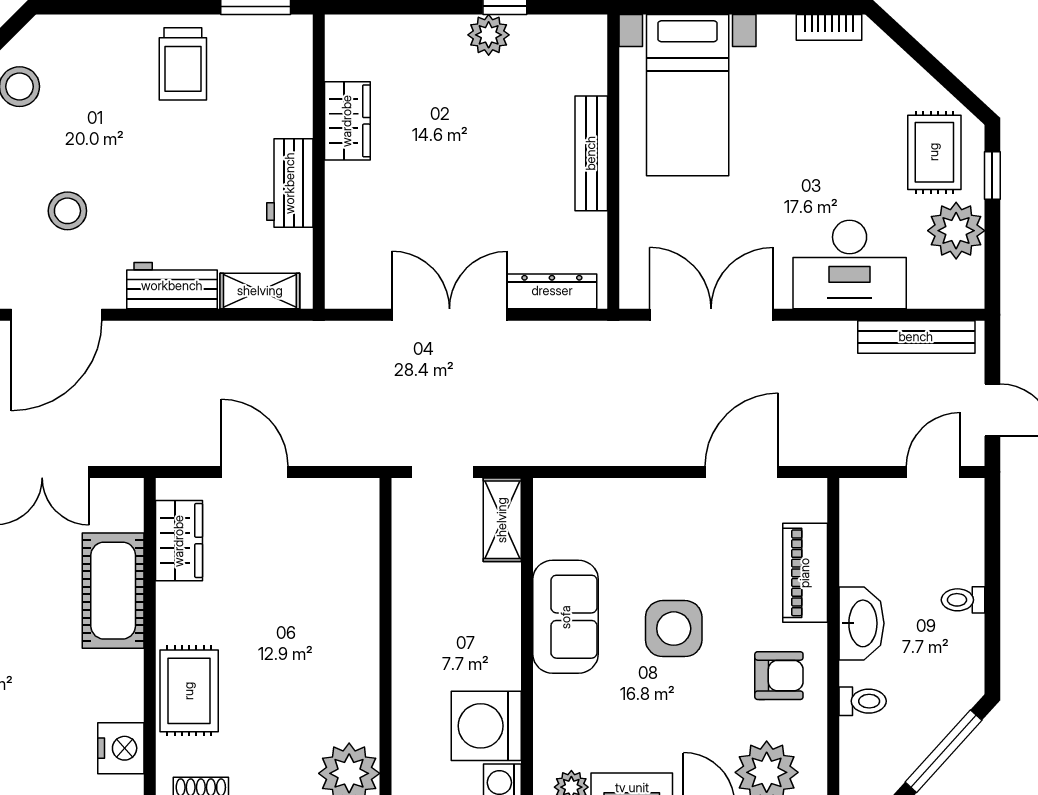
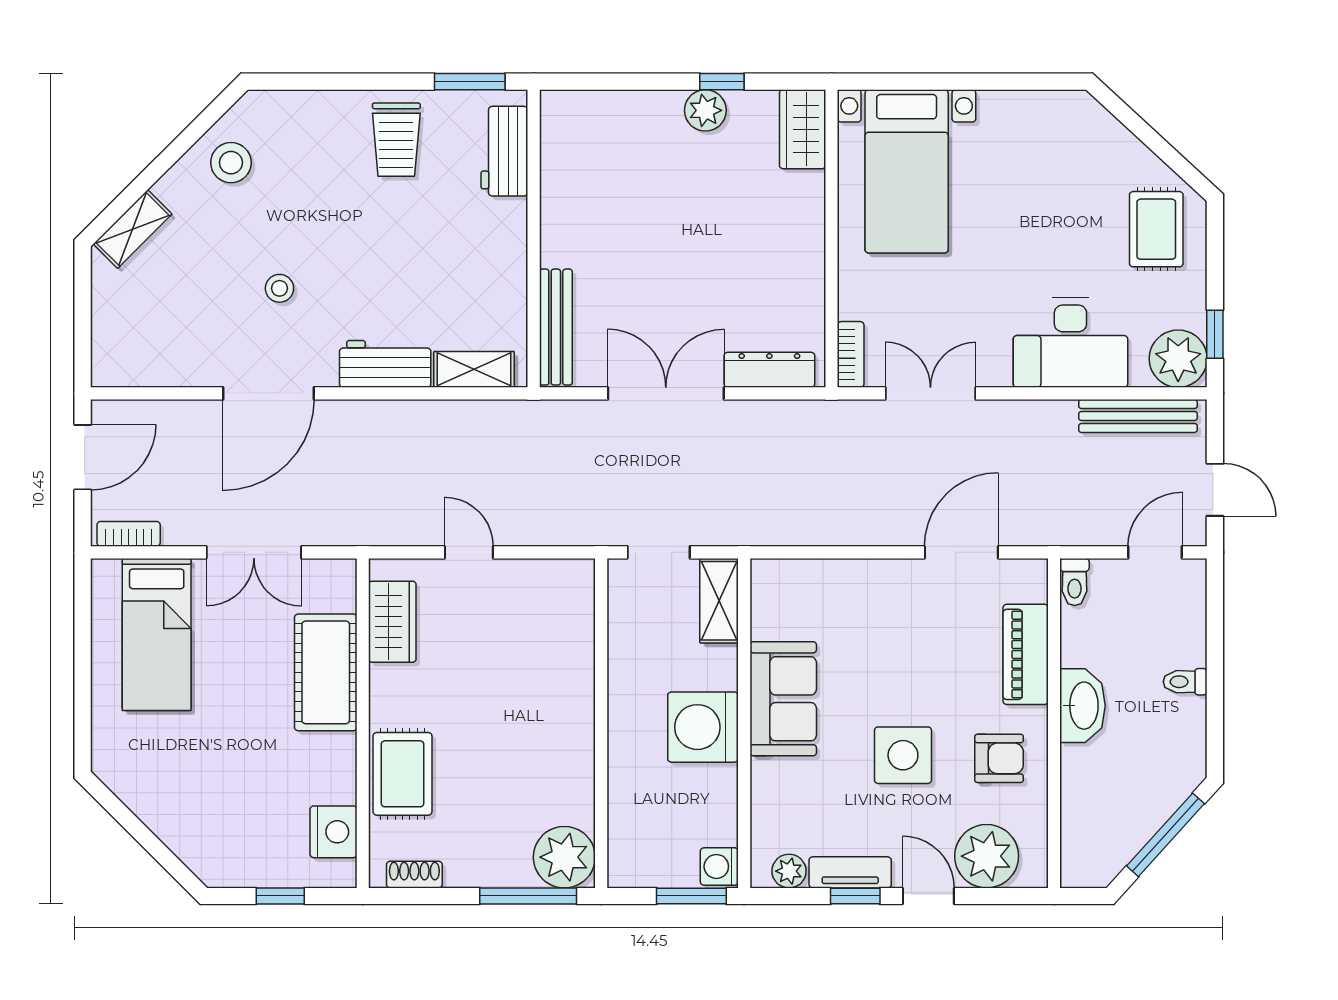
bookcase: (829, 27) -> (851, 354), moved, turned -90
wardrobe: (347, 121) -> (803, 129), moved, turned 180
bench: (591, 153) -> (556, 327), moved
window: (992, 176) -> (1215, 334), moved
workbench: (290, 183) -> (504, 151), moved
stool: (67, 211) -> (279, 288), width x0.73, depth x0.73
plant: (956, 231) -> (1178, 359), moved
double door: (711, 315) -> (931, 393), width x0.73
door: (255, 472) -> (469, 552), width x0.73
side table: (674, 629) -> (903, 755), moved
toilet: (863, 701) -> (1075, 582), moved, turned 90
washing machine: (486, 726) -> (703, 727), moved

